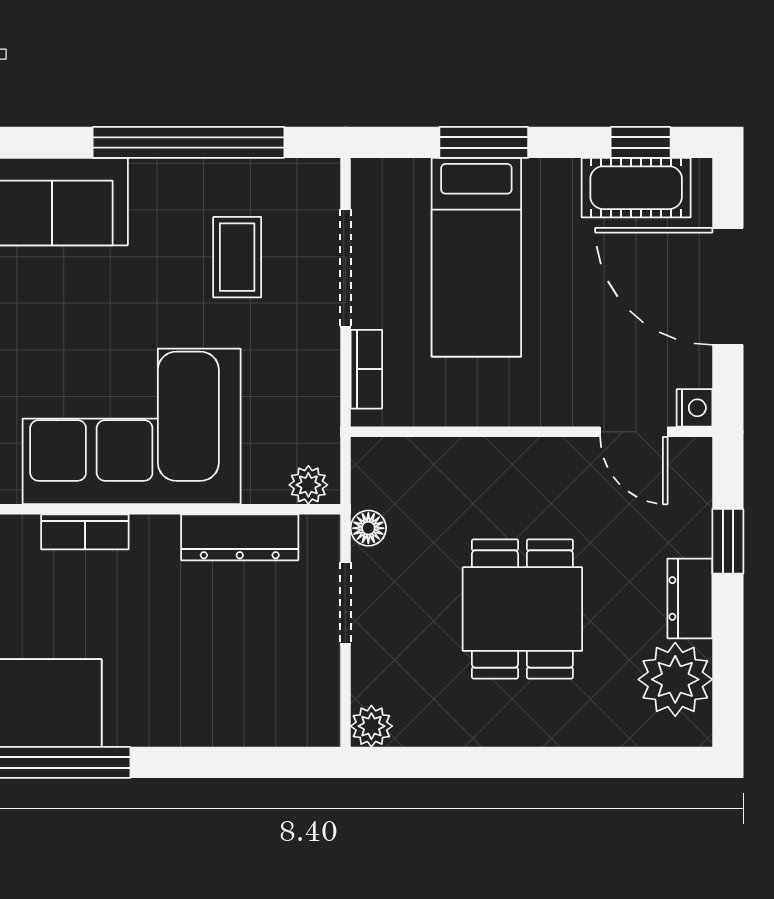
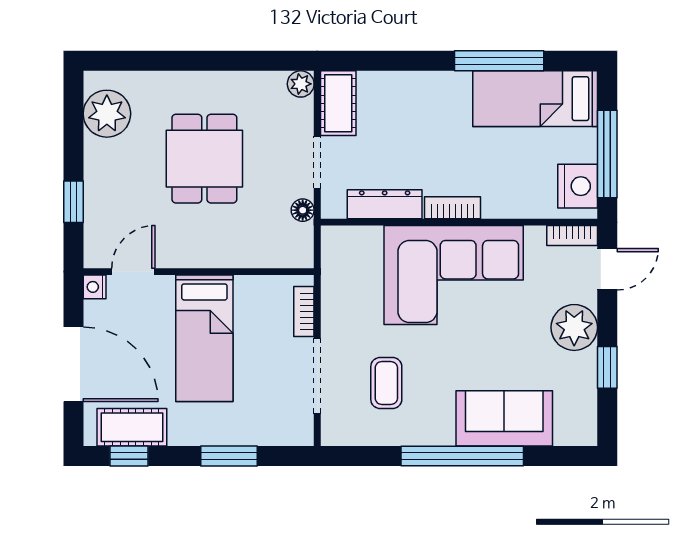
window: (189, 142) -> (462, 456), moved
bed: (476, 257) -> (204, 338), moved, turned 180
door: (634, 432) -> (133, 272), hinge flipped
plant: (308, 485) -> (341, 238), removed
bookcase: (85, 532) -> (452, 208), moved
dresser: (690, 598) -> (98, 165), removed
cot: (313, 696) -> (338, 103), added

